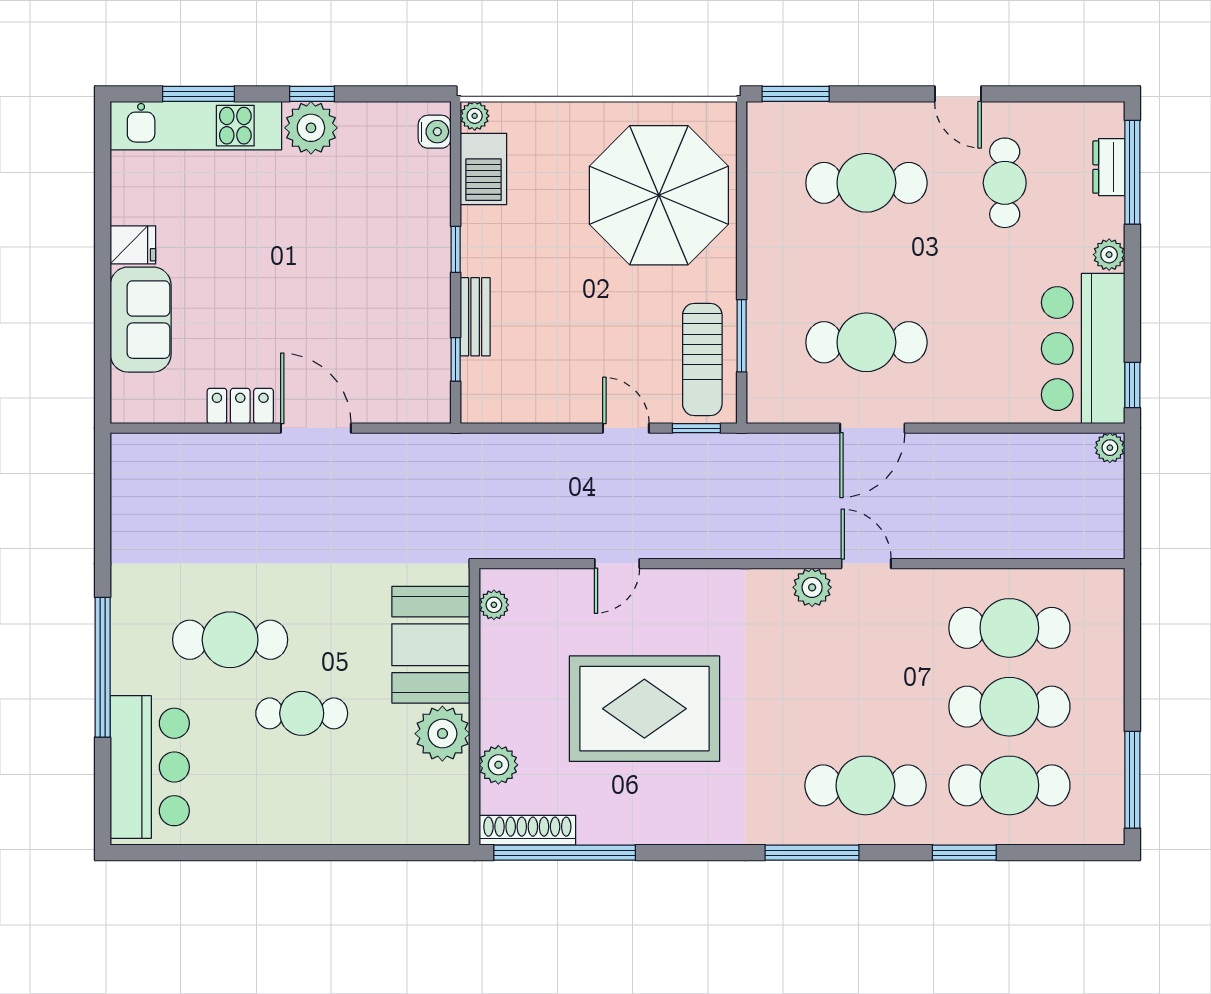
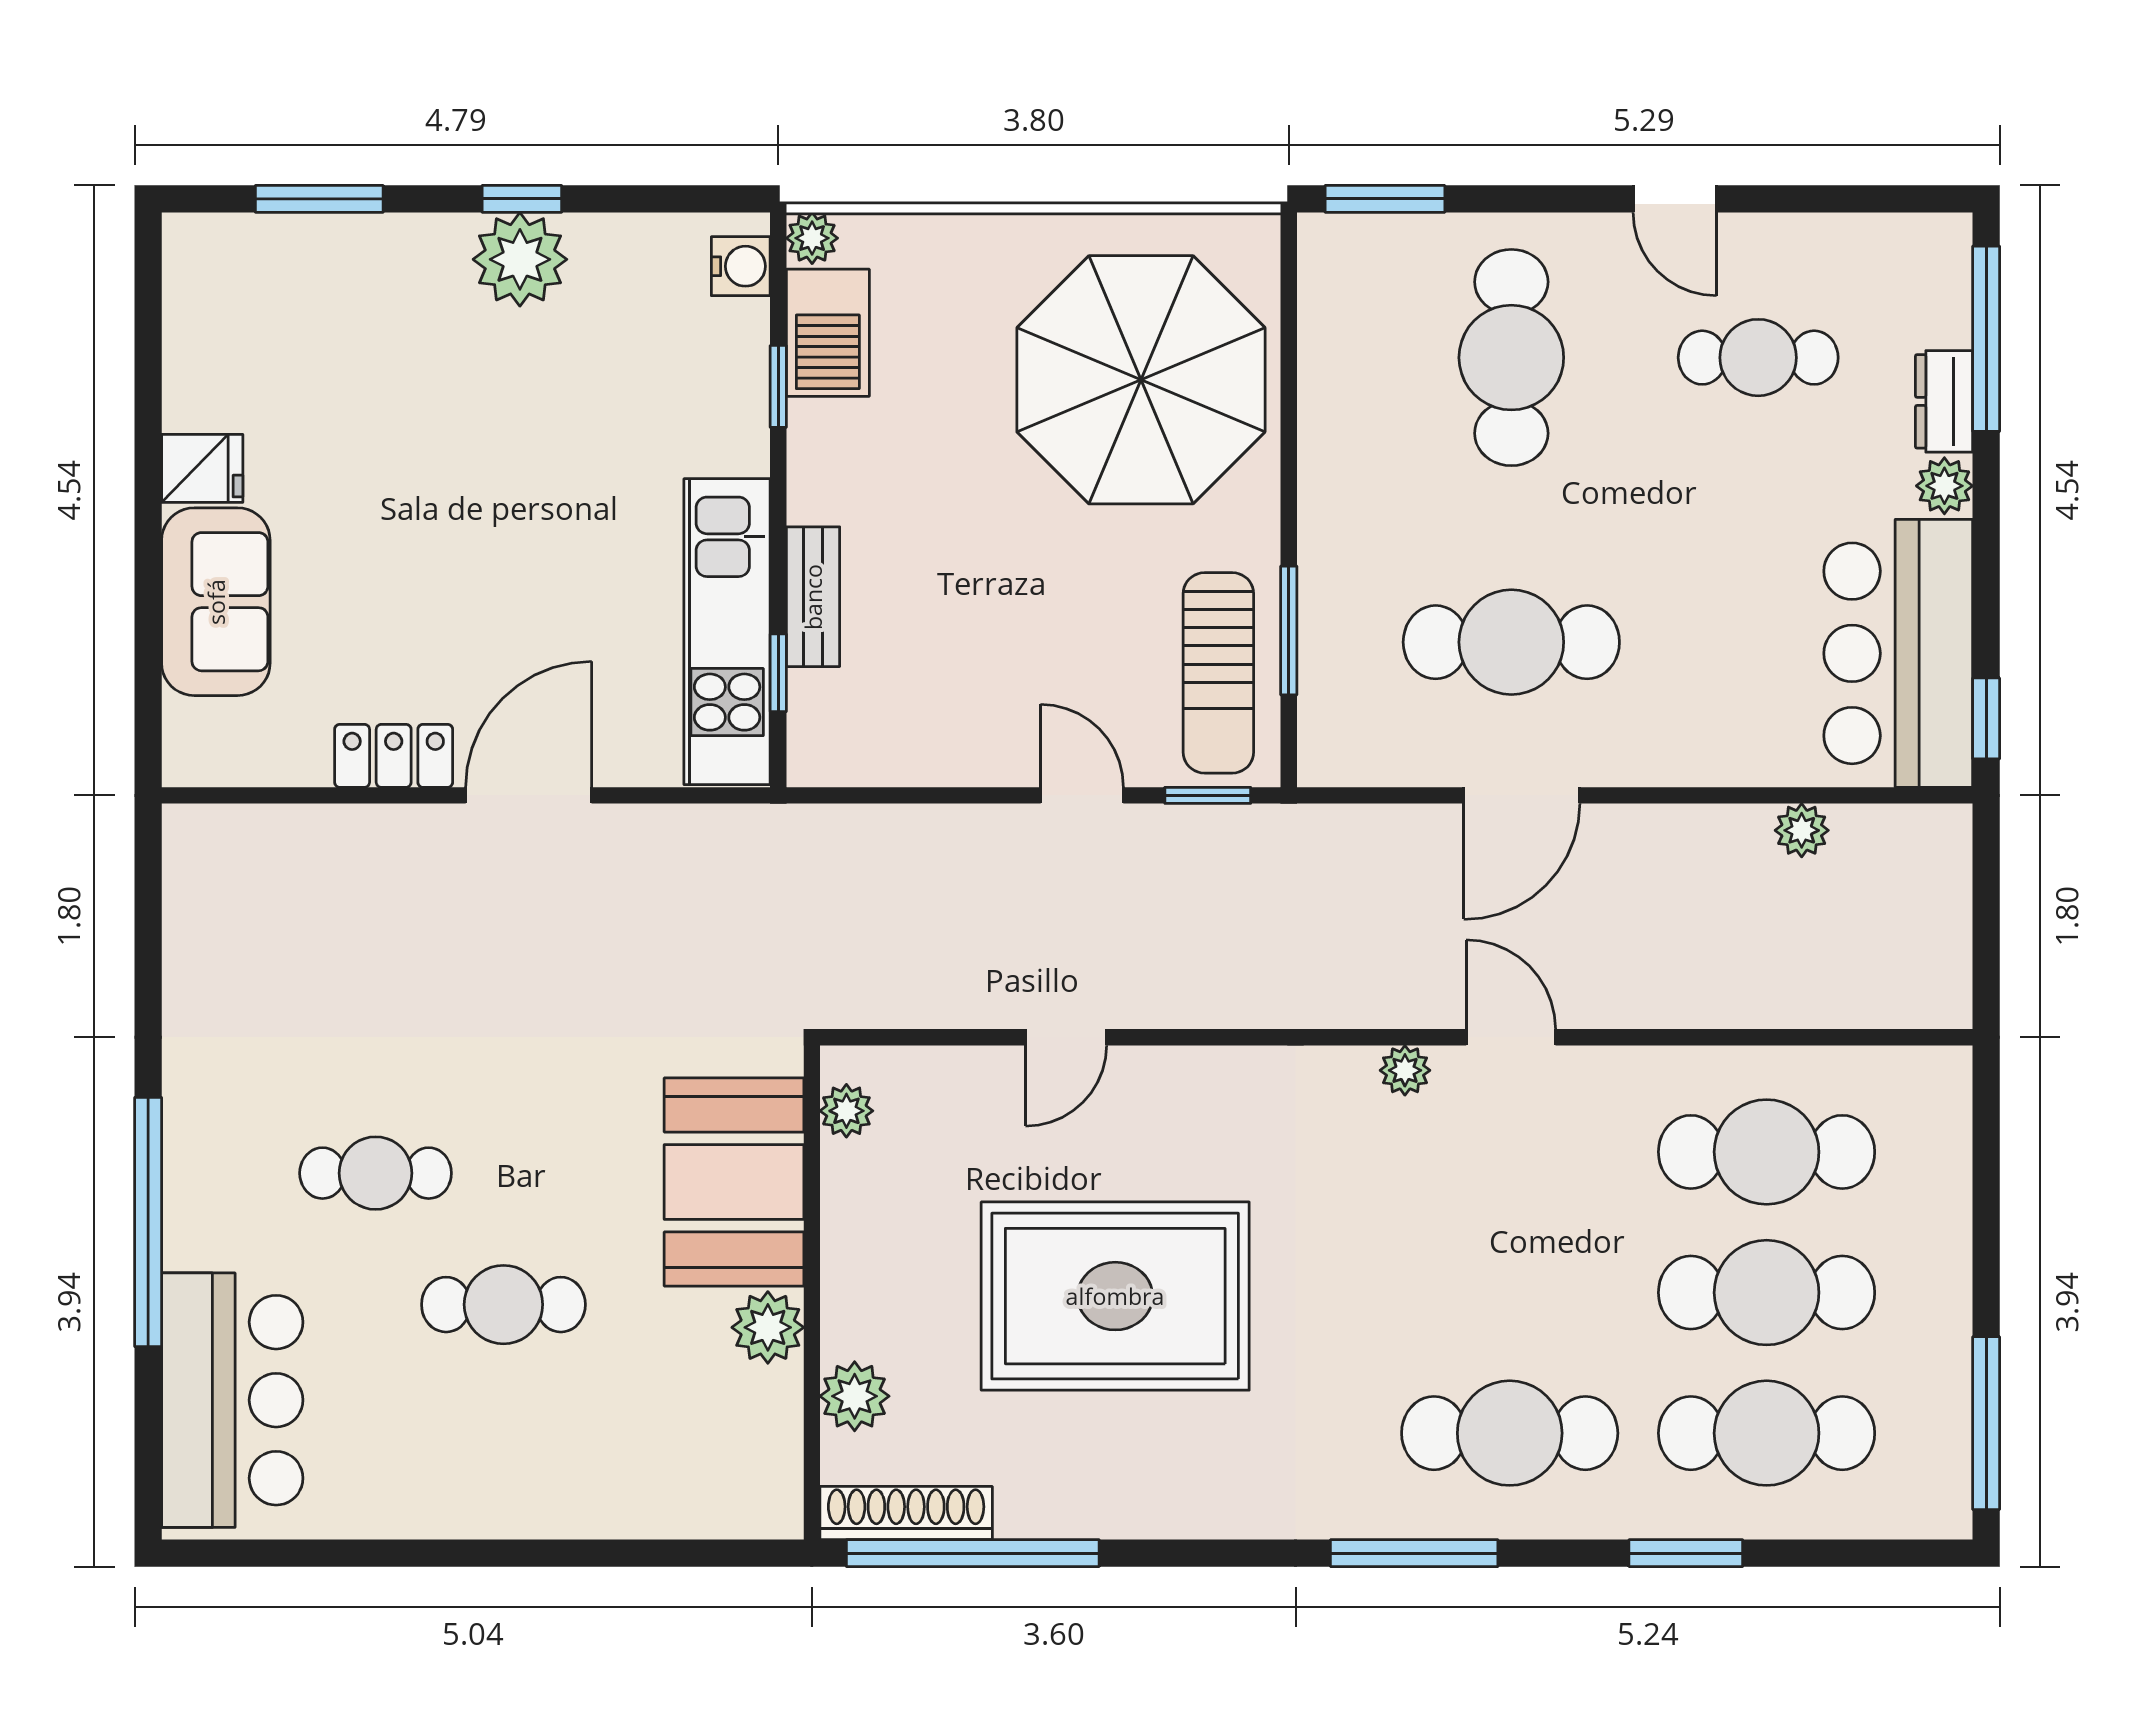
kitchen unit: (196, 126) -> (727, 632), moved, turned 90
dresser: (1109, 167) -> (1944, 401), moved
cafe table: (866, 183) -> (1511, 358), turned 90
cafe table: (1005, 183) -> (1758, 358), turned 90
window: (456, 249) -> (778, 386), moved
door: (316, 428) -> (529, 795), hinge flipped
plant: (1110, 448) -> (1802, 830), moved
plant: (812, 587) -> (1405, 1070), width x0.73, depth x0.73
cafe table: (230, 640) -> (376, 1173), width x0.73, depth x0.74
plant: (442, 734) -> (768, 1327), width x0.73, depth x0.73

